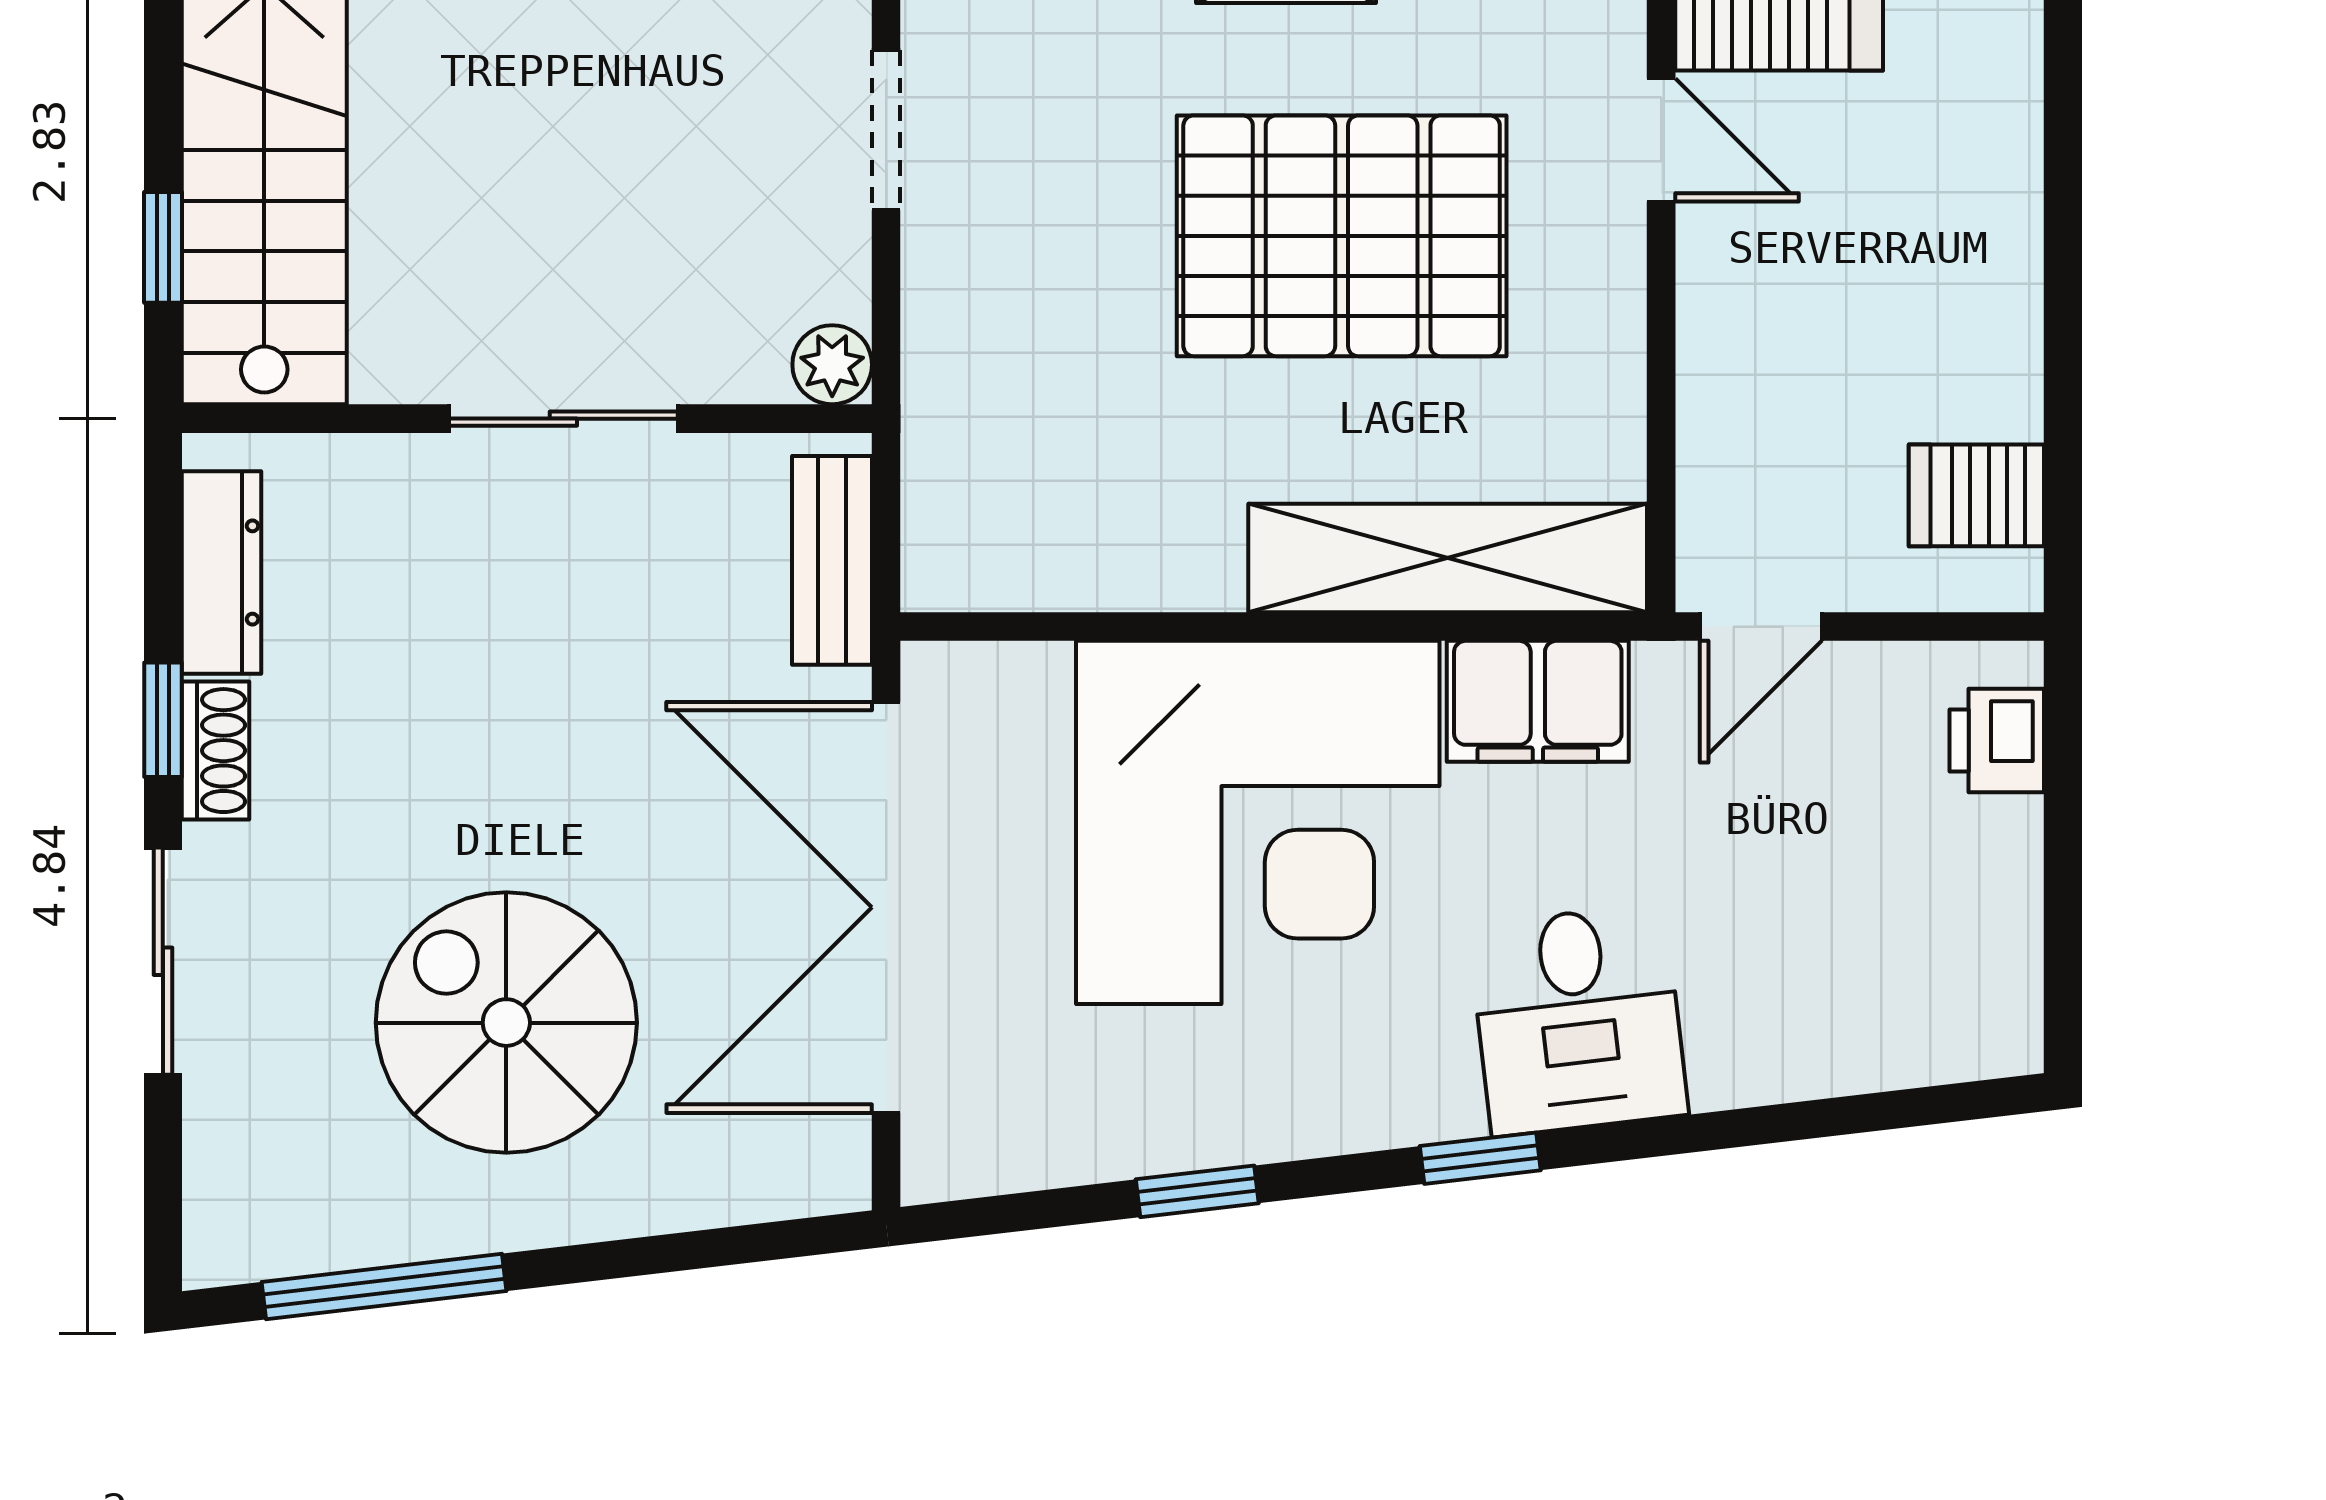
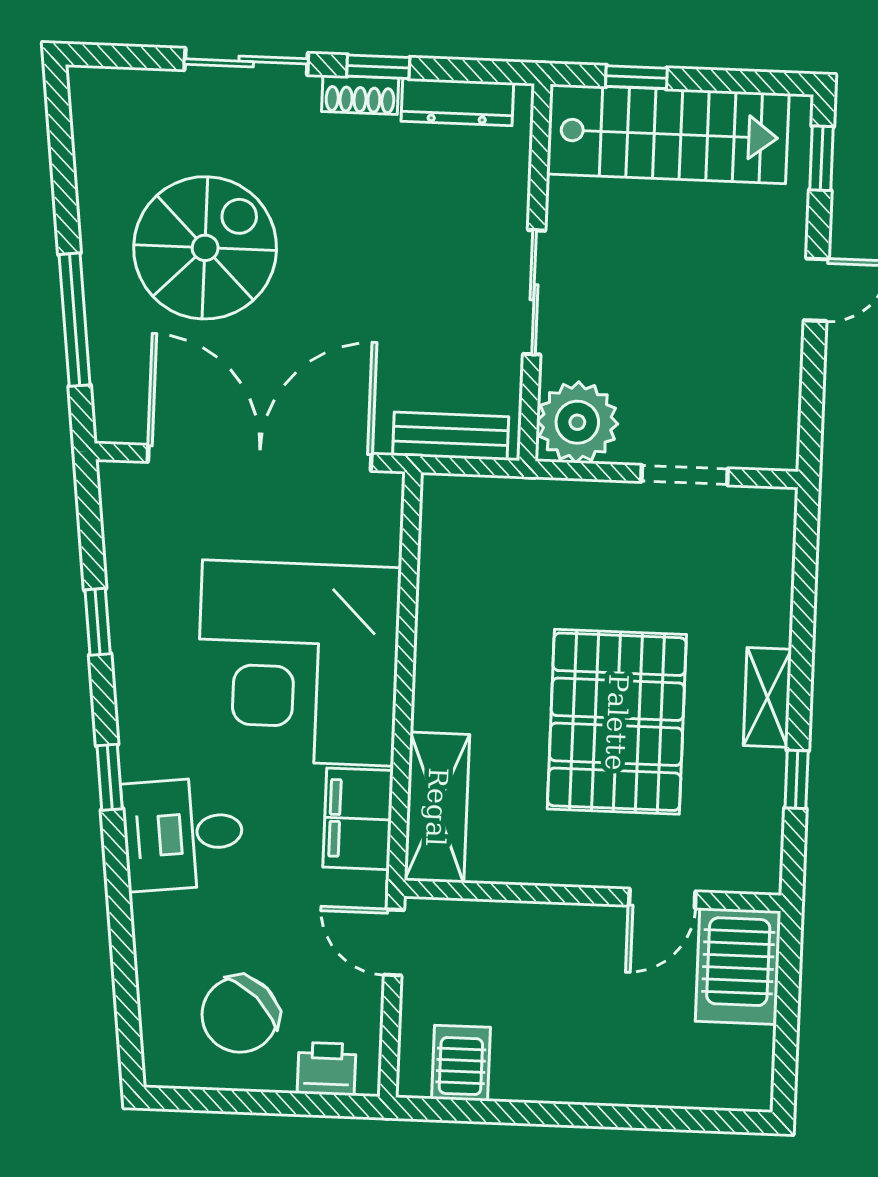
plant: (832, 365) -> (577, 422), width x1.88, depth x1.88
shelving: (1448, 558) -> (437, 807), width x0.68
chair: (1904, 903) -> (240, 1015), added
window: (384, 1287) -> (75, 320), moved

